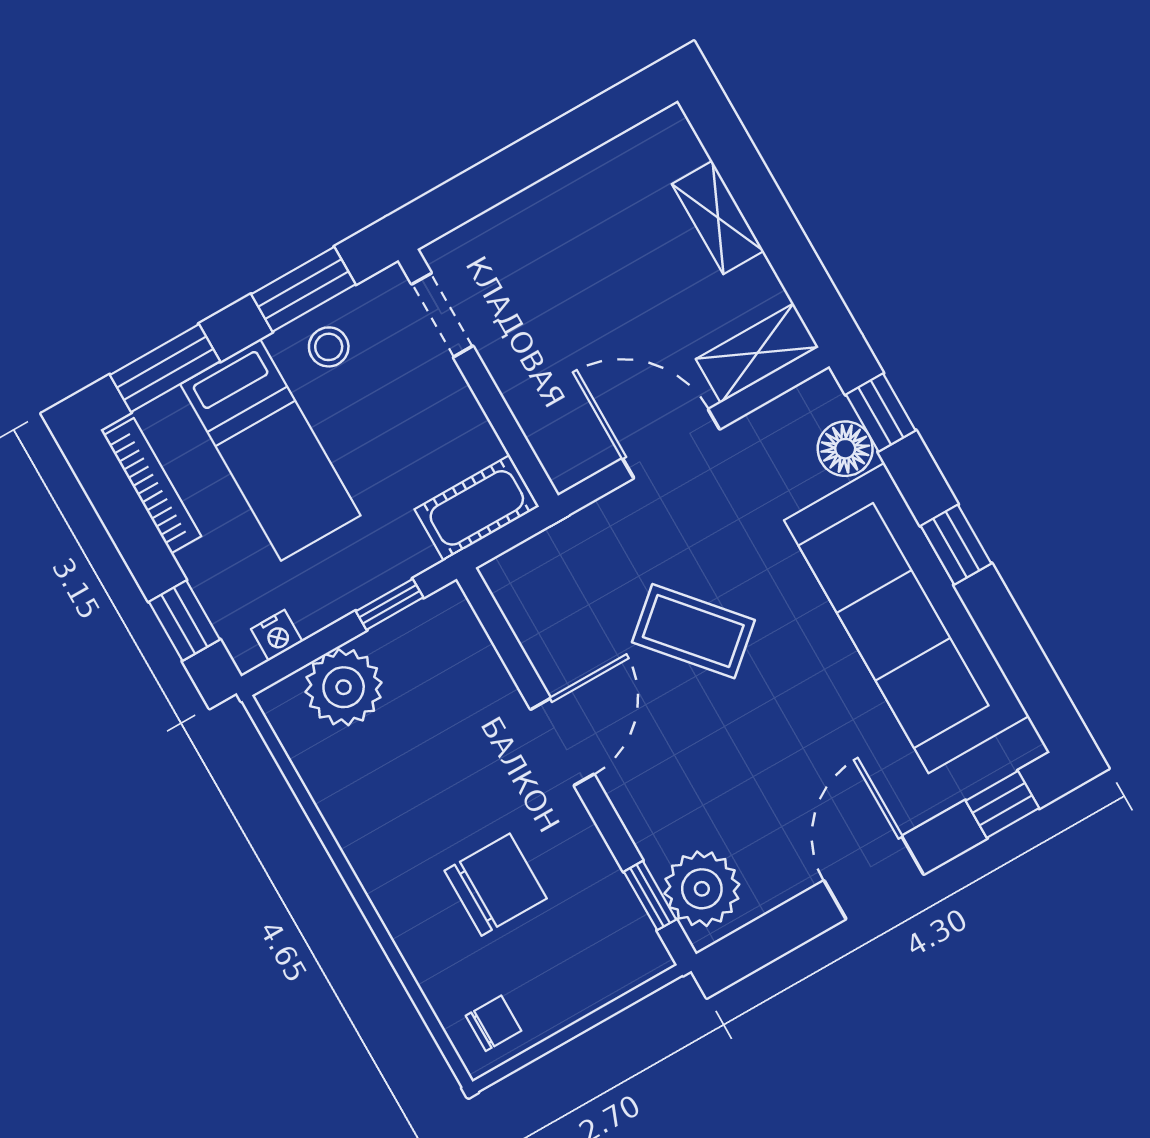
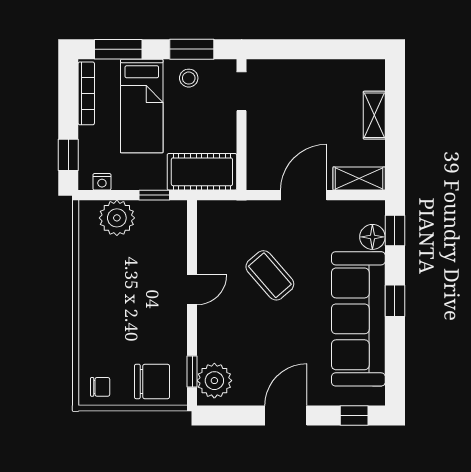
door: (671, 444) -> (304, 195), hinge flipped
cot: (477, 508) -> (202, 172), width x1.37, depth x1.34
door: (562, 742) -> (192, 290), width x0.73
chair: (496, 885) -> (152, 381), moved

